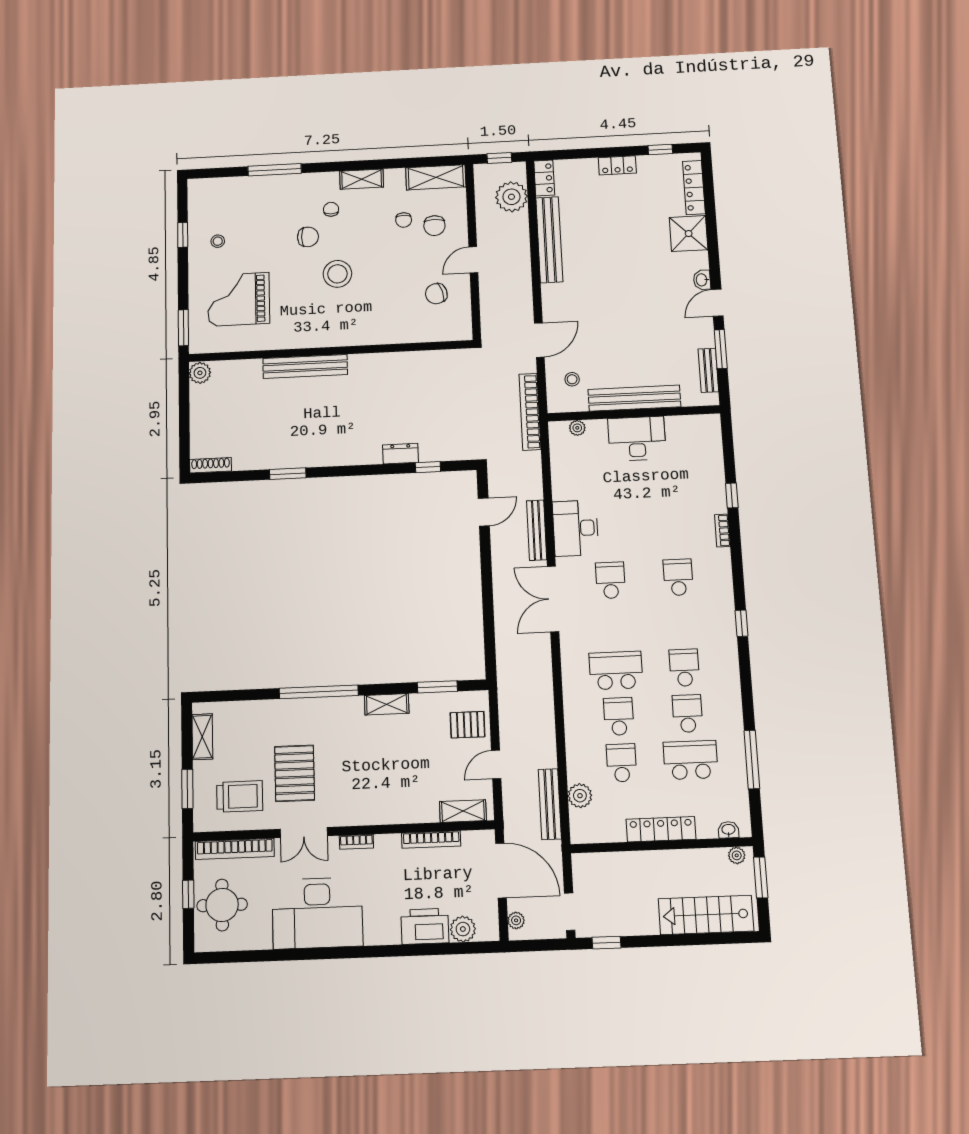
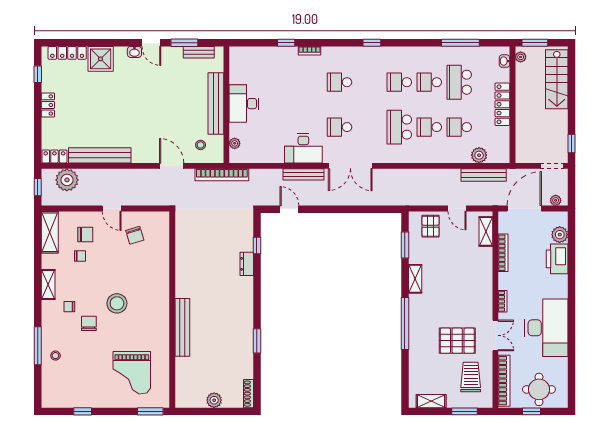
stool: (218, 241) -> (55, 356), moved
plant: (200, 373) -> (214, 400), moved

